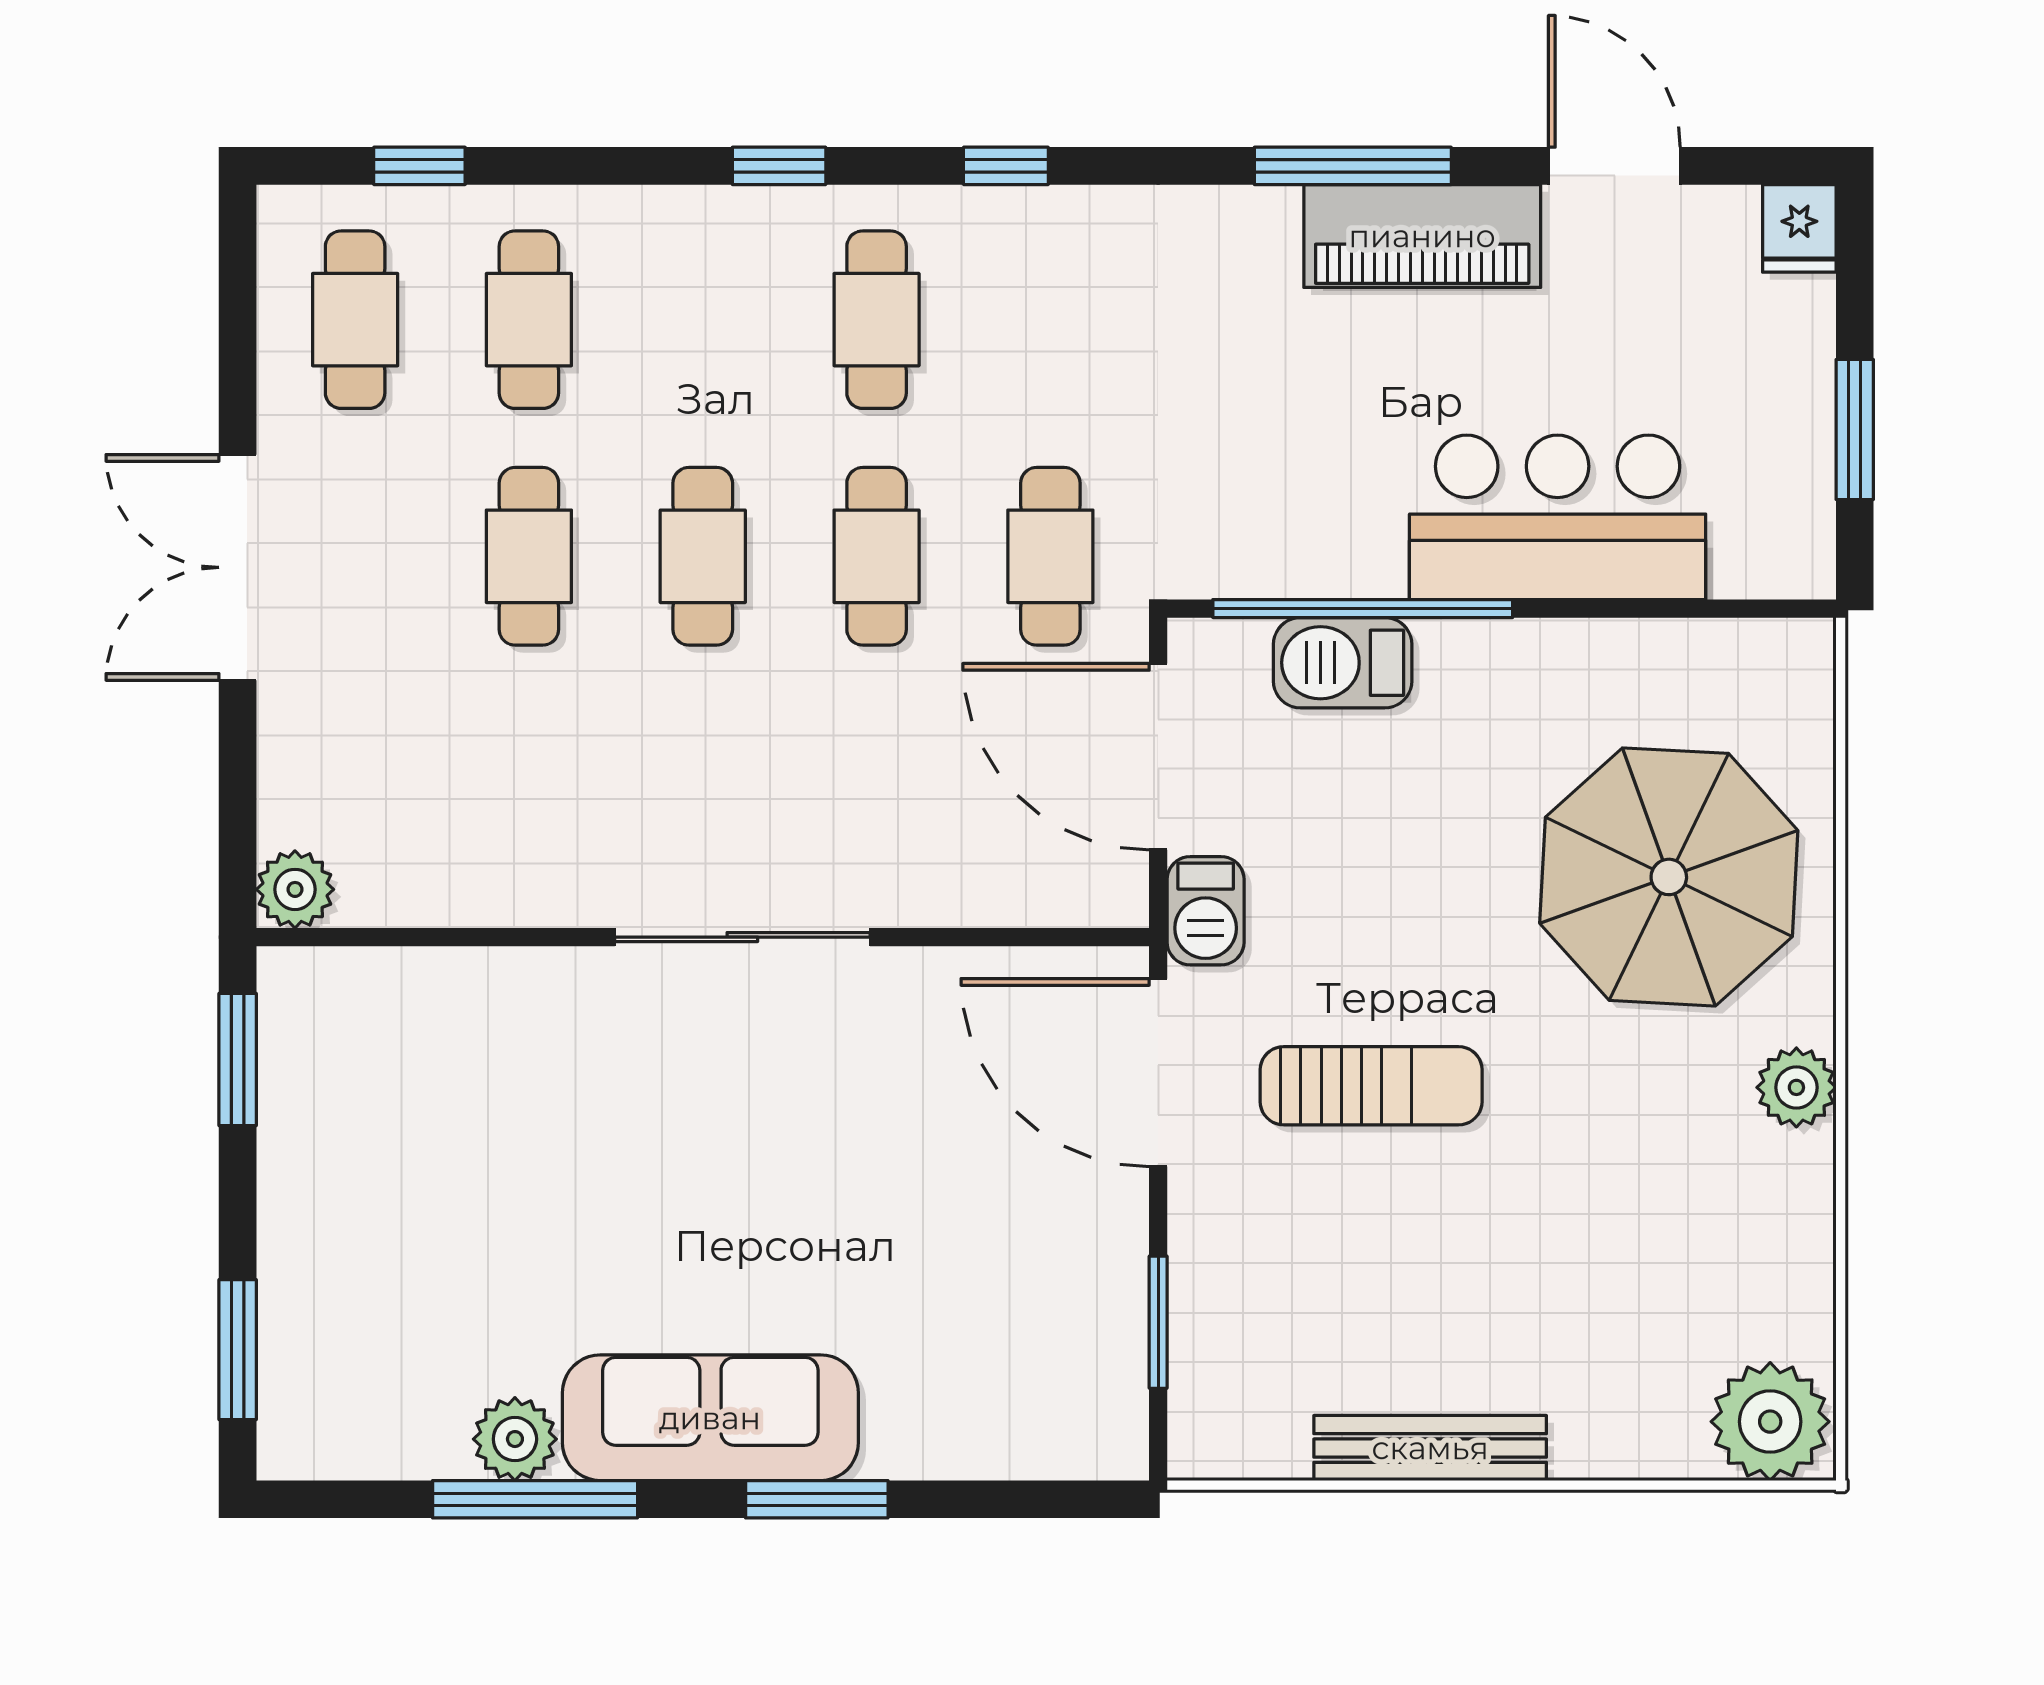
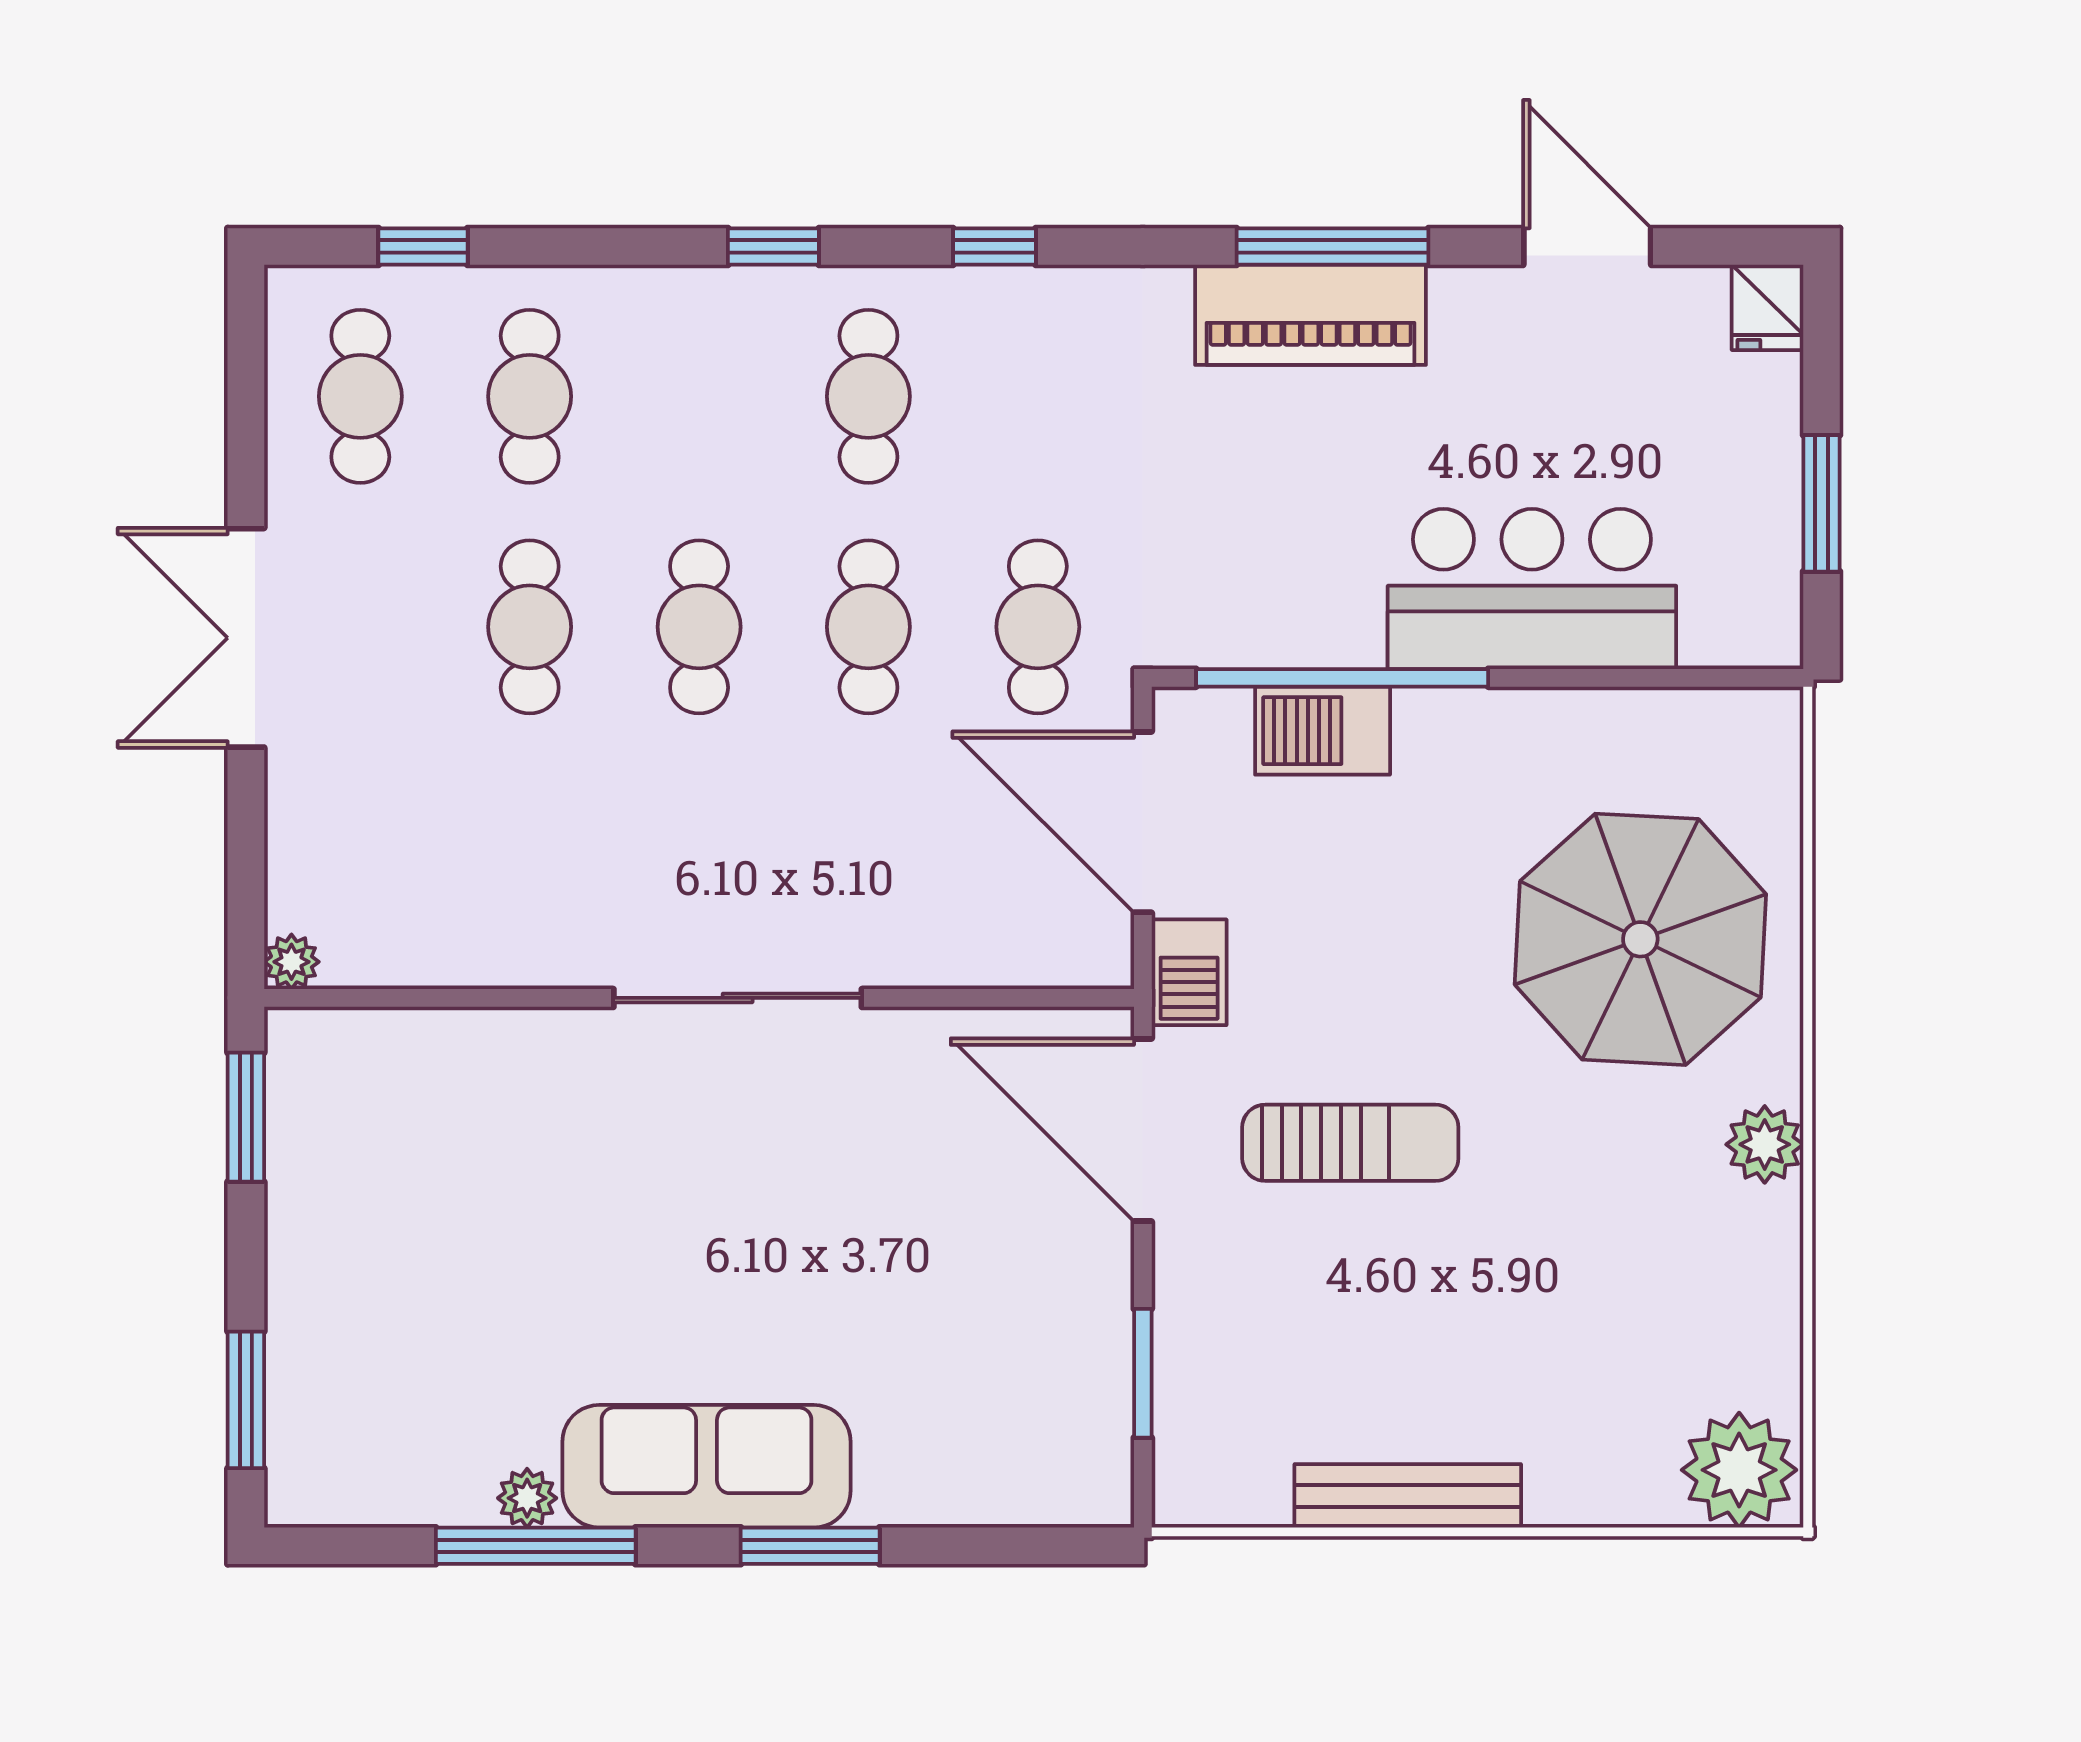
piano: (1422, 236) -> (1310, 315), moved
plant: (295, 889) -> (291, 962), width x0.73, depth x0.73
plant: (515, 1439) -> (527, 1498), width x0.73, depth x0.73

